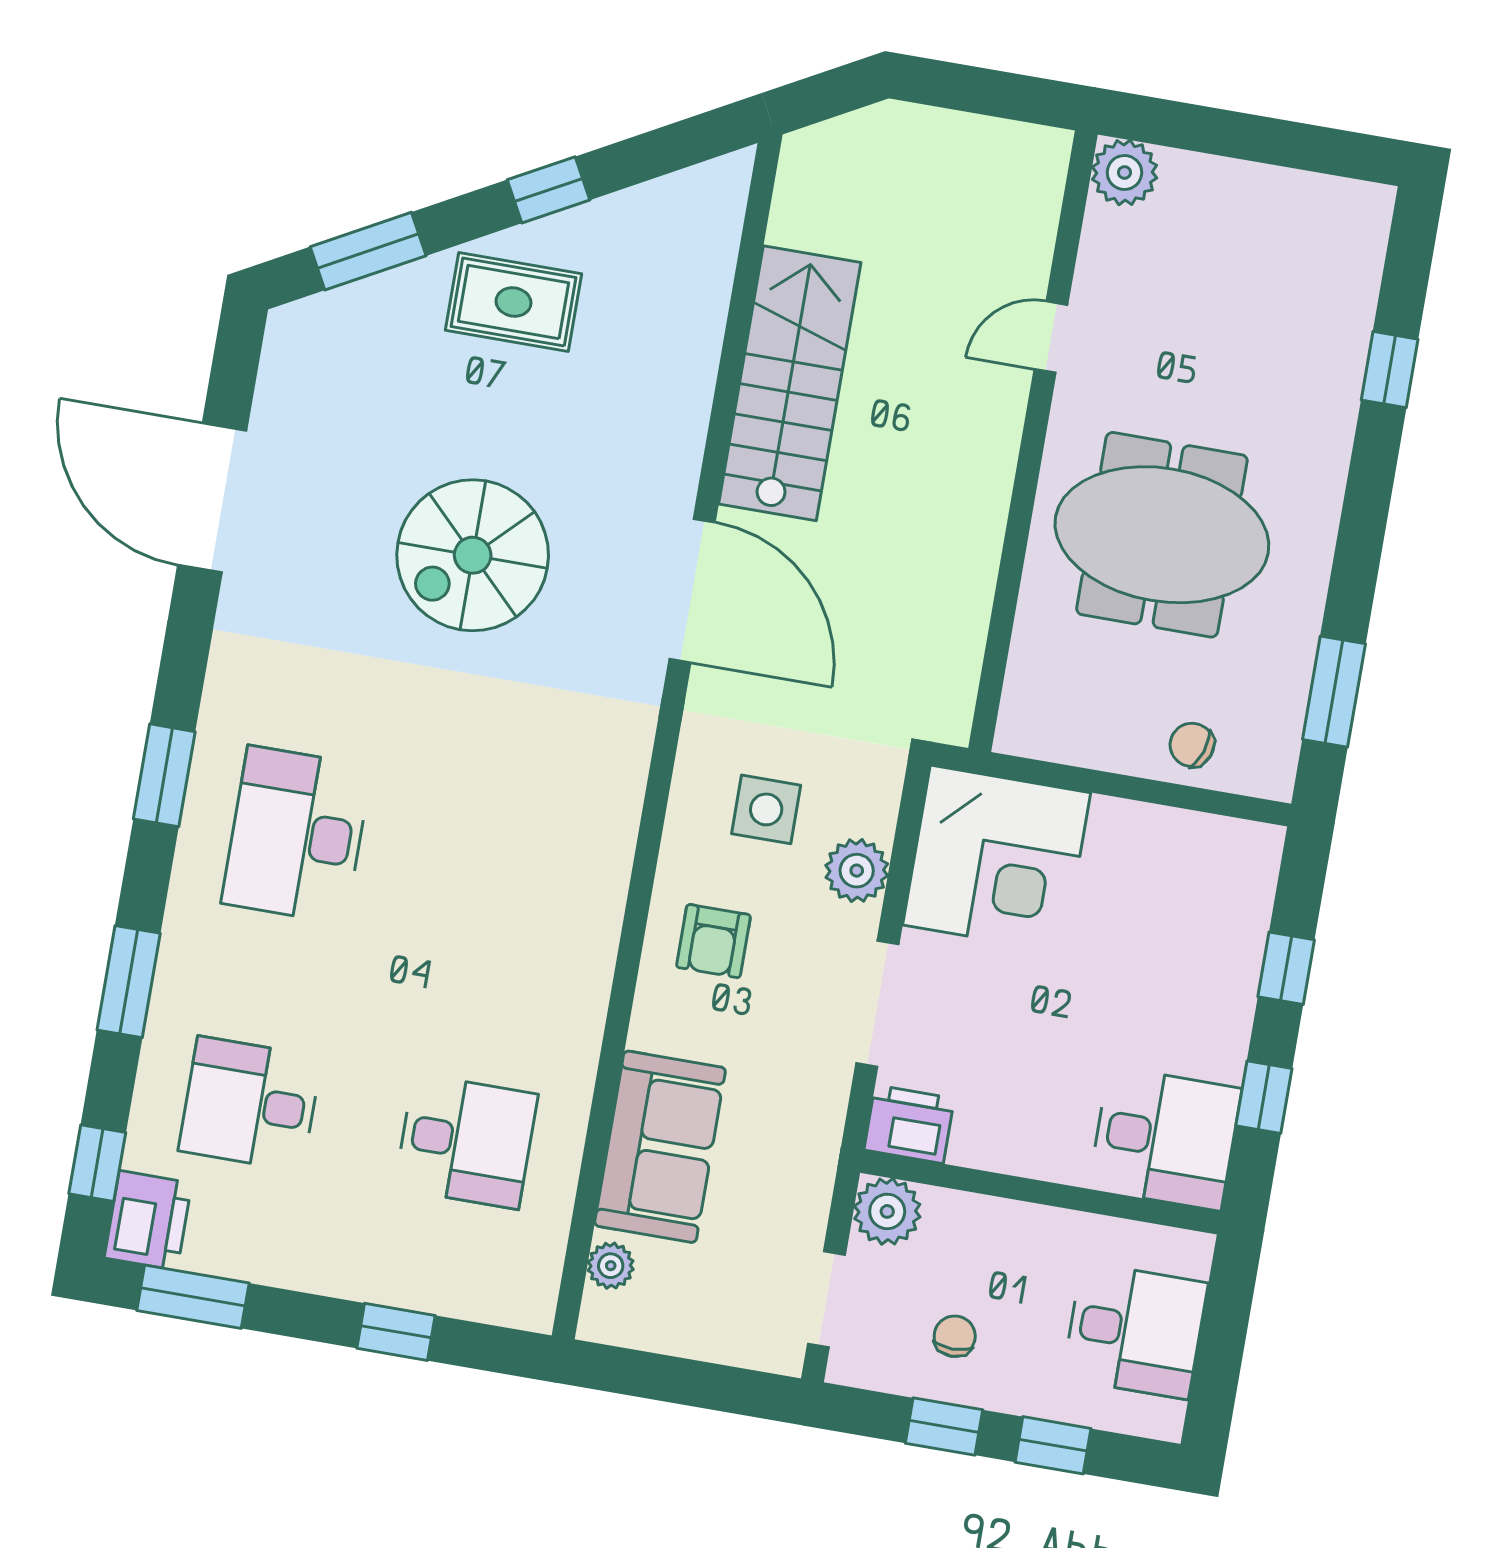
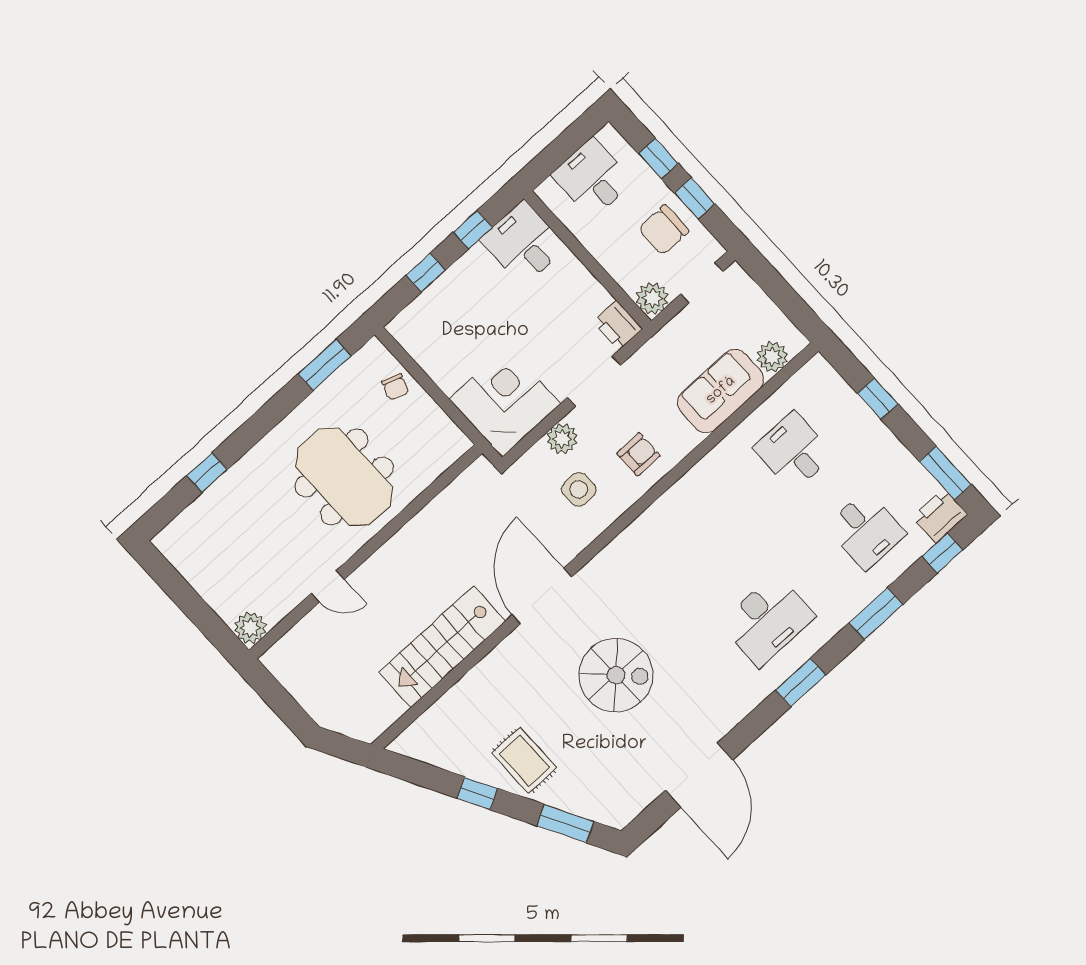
plant: (611, 1266) -> (772, 357), width x1.38, depth x1.38
chair: (955, 1336) -> (664, 230), width x1.87, depth x1.87

